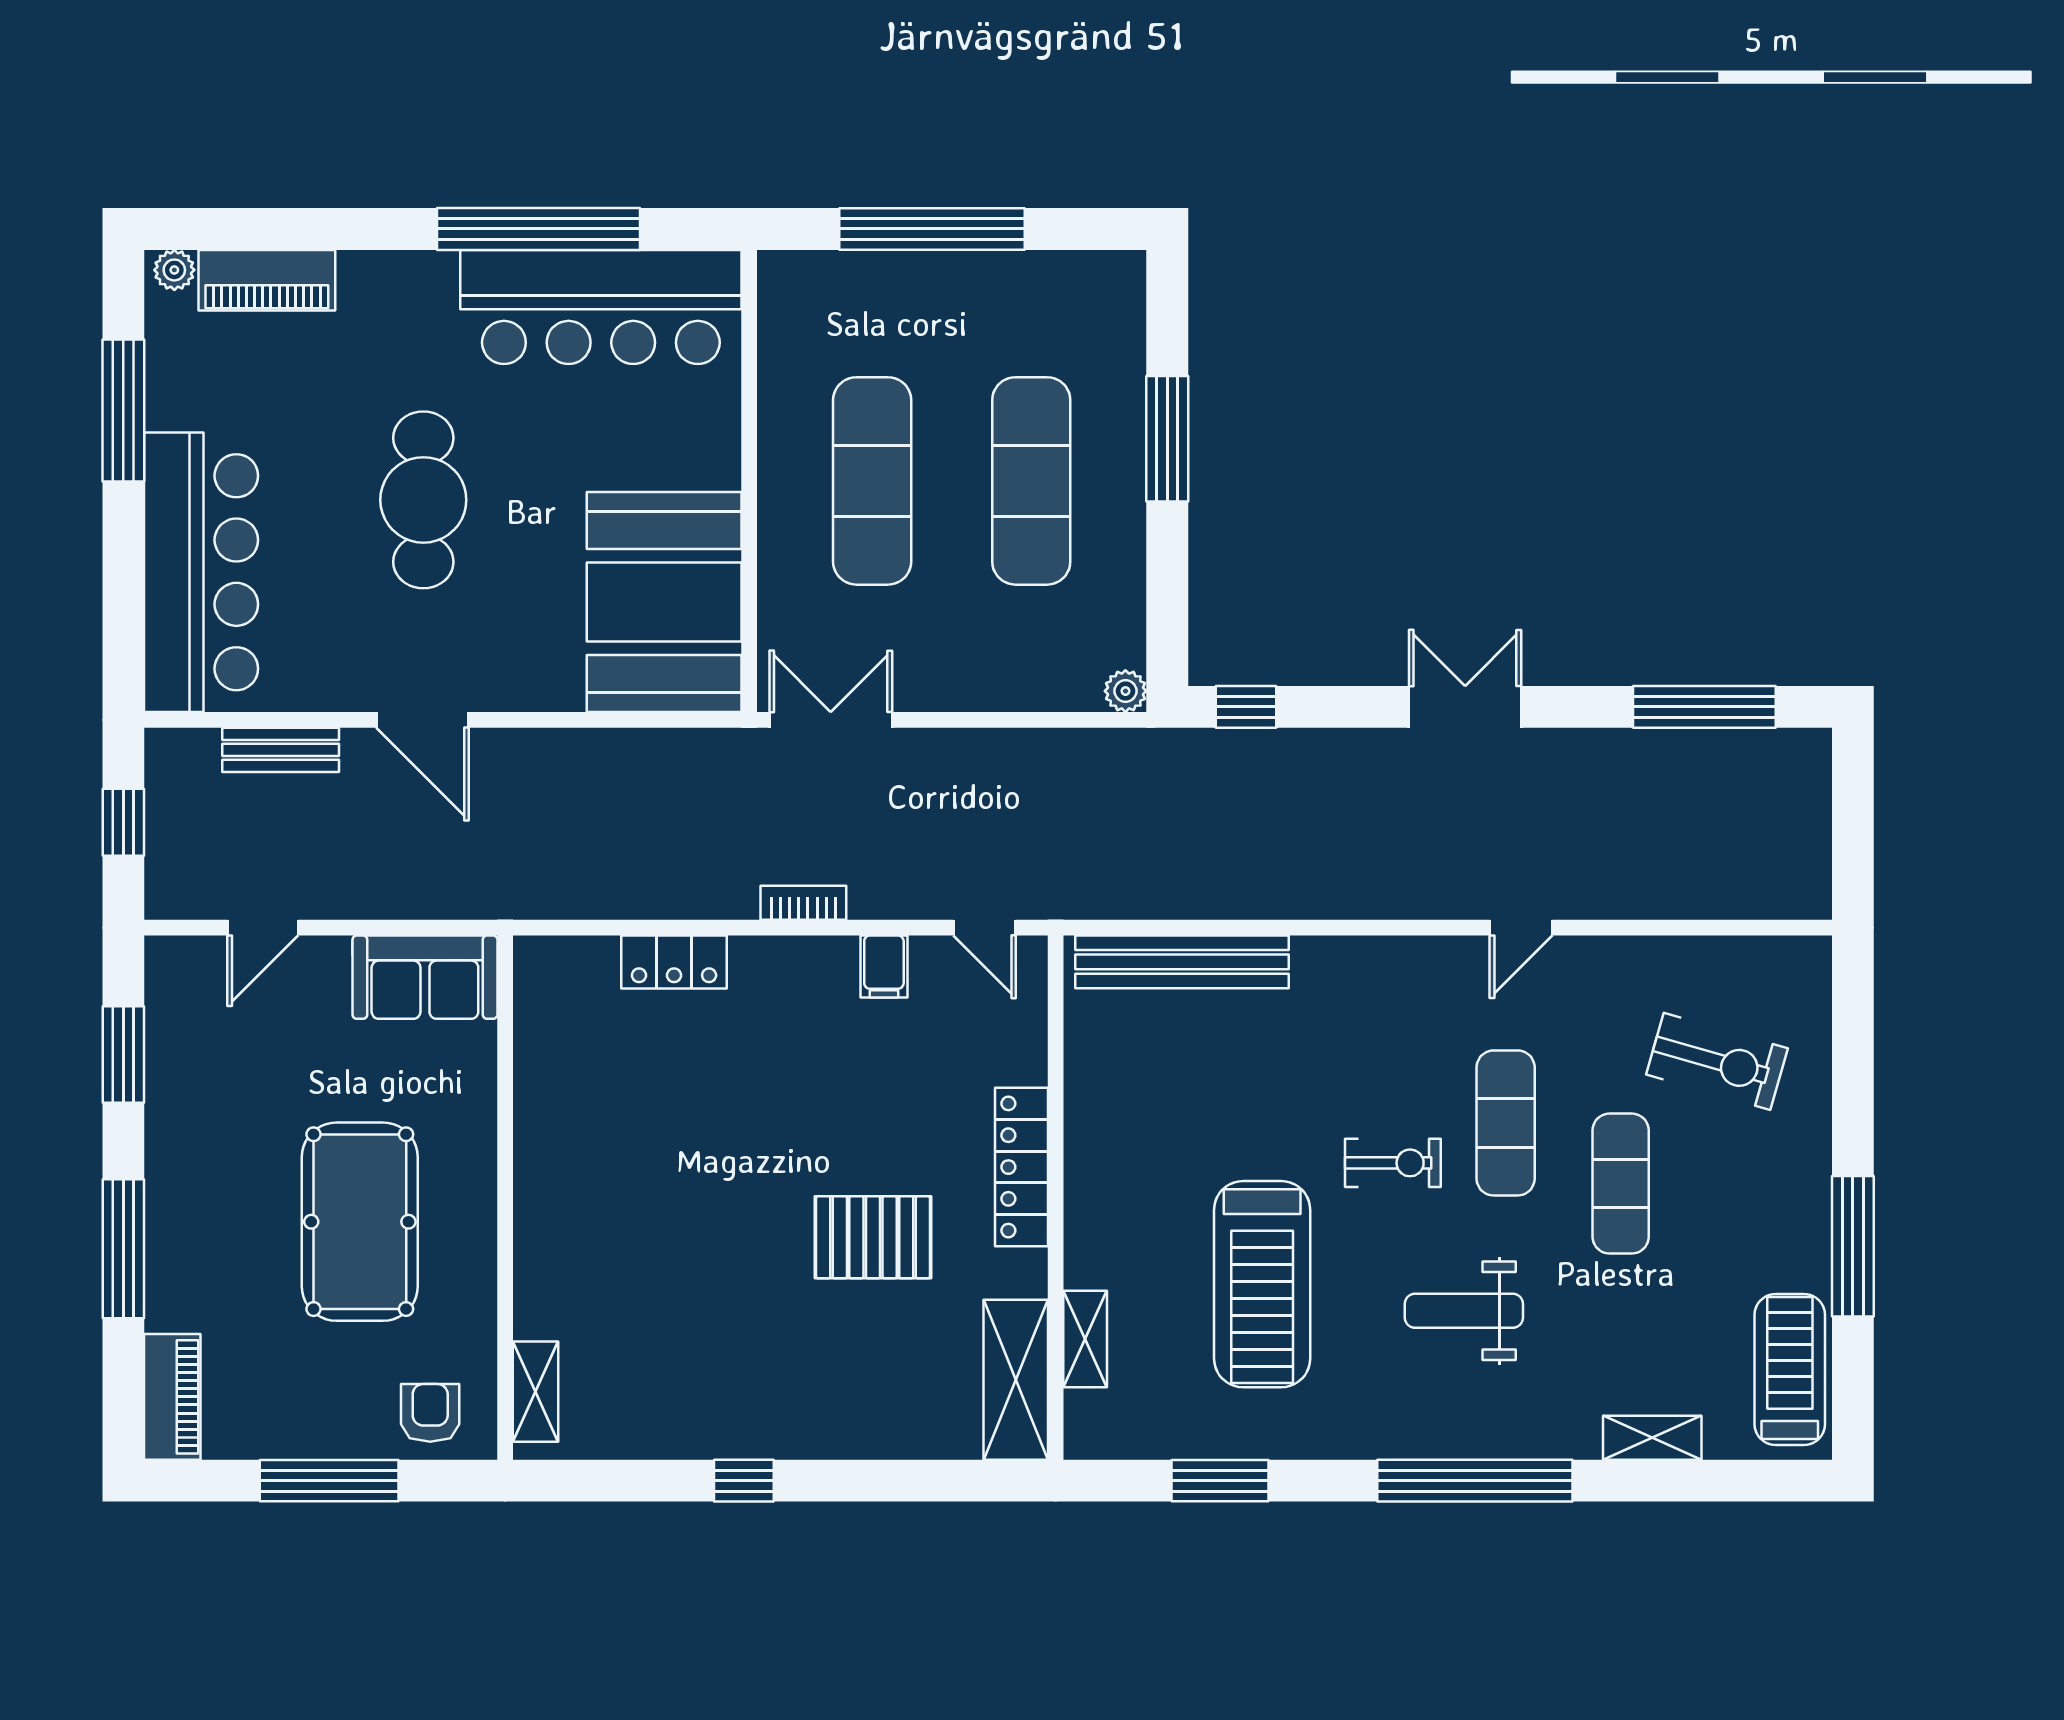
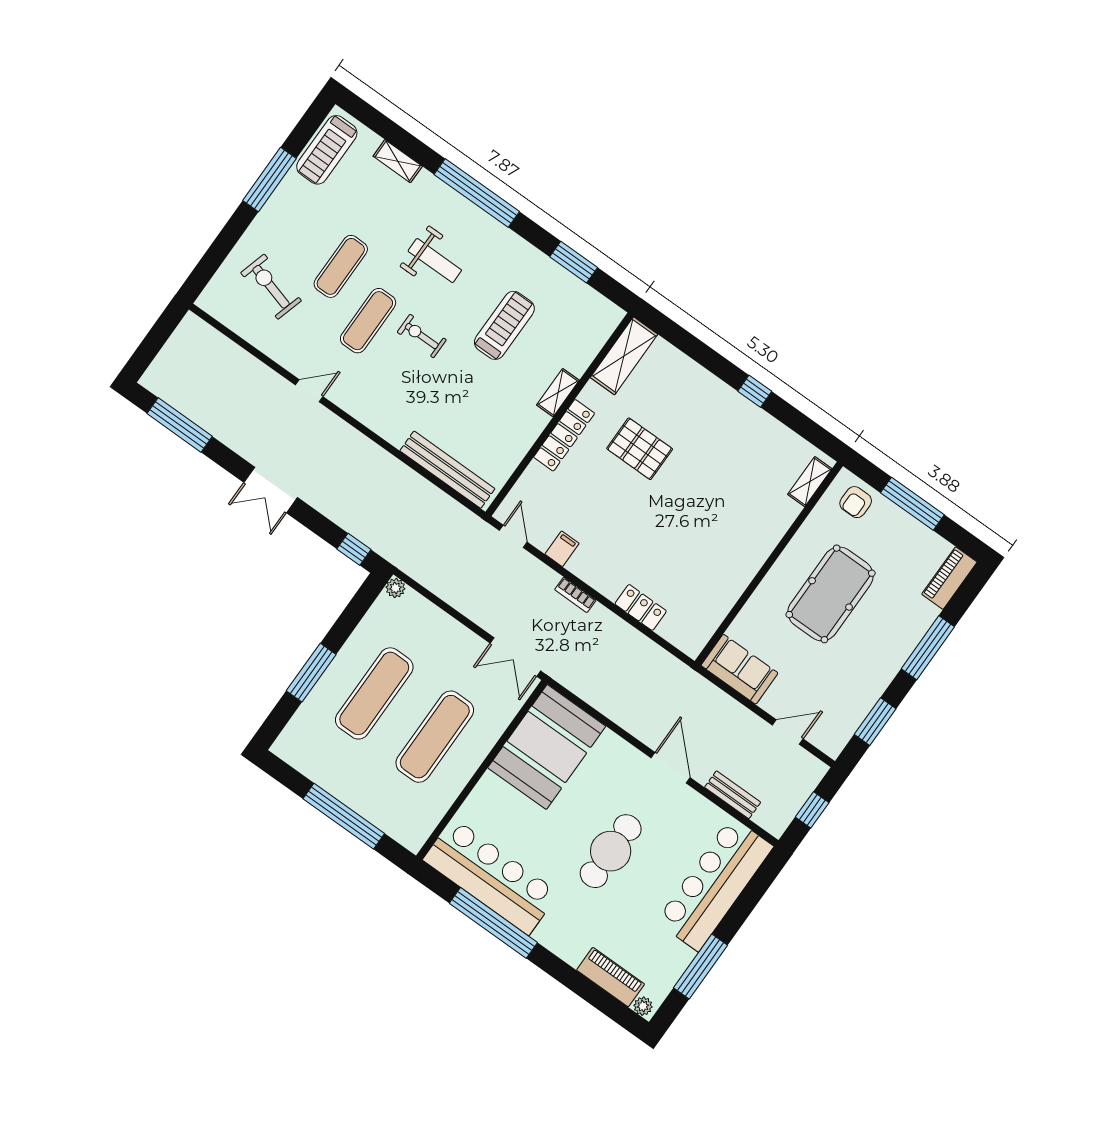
treadmill: (1262, 1284) -> (504, 325), width x0.73, depth x0.73
shelving: (1085, 1339) -> (558, 393), moved

